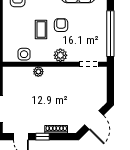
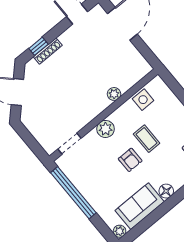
window: (43, 137) -> (38, 46), moved

